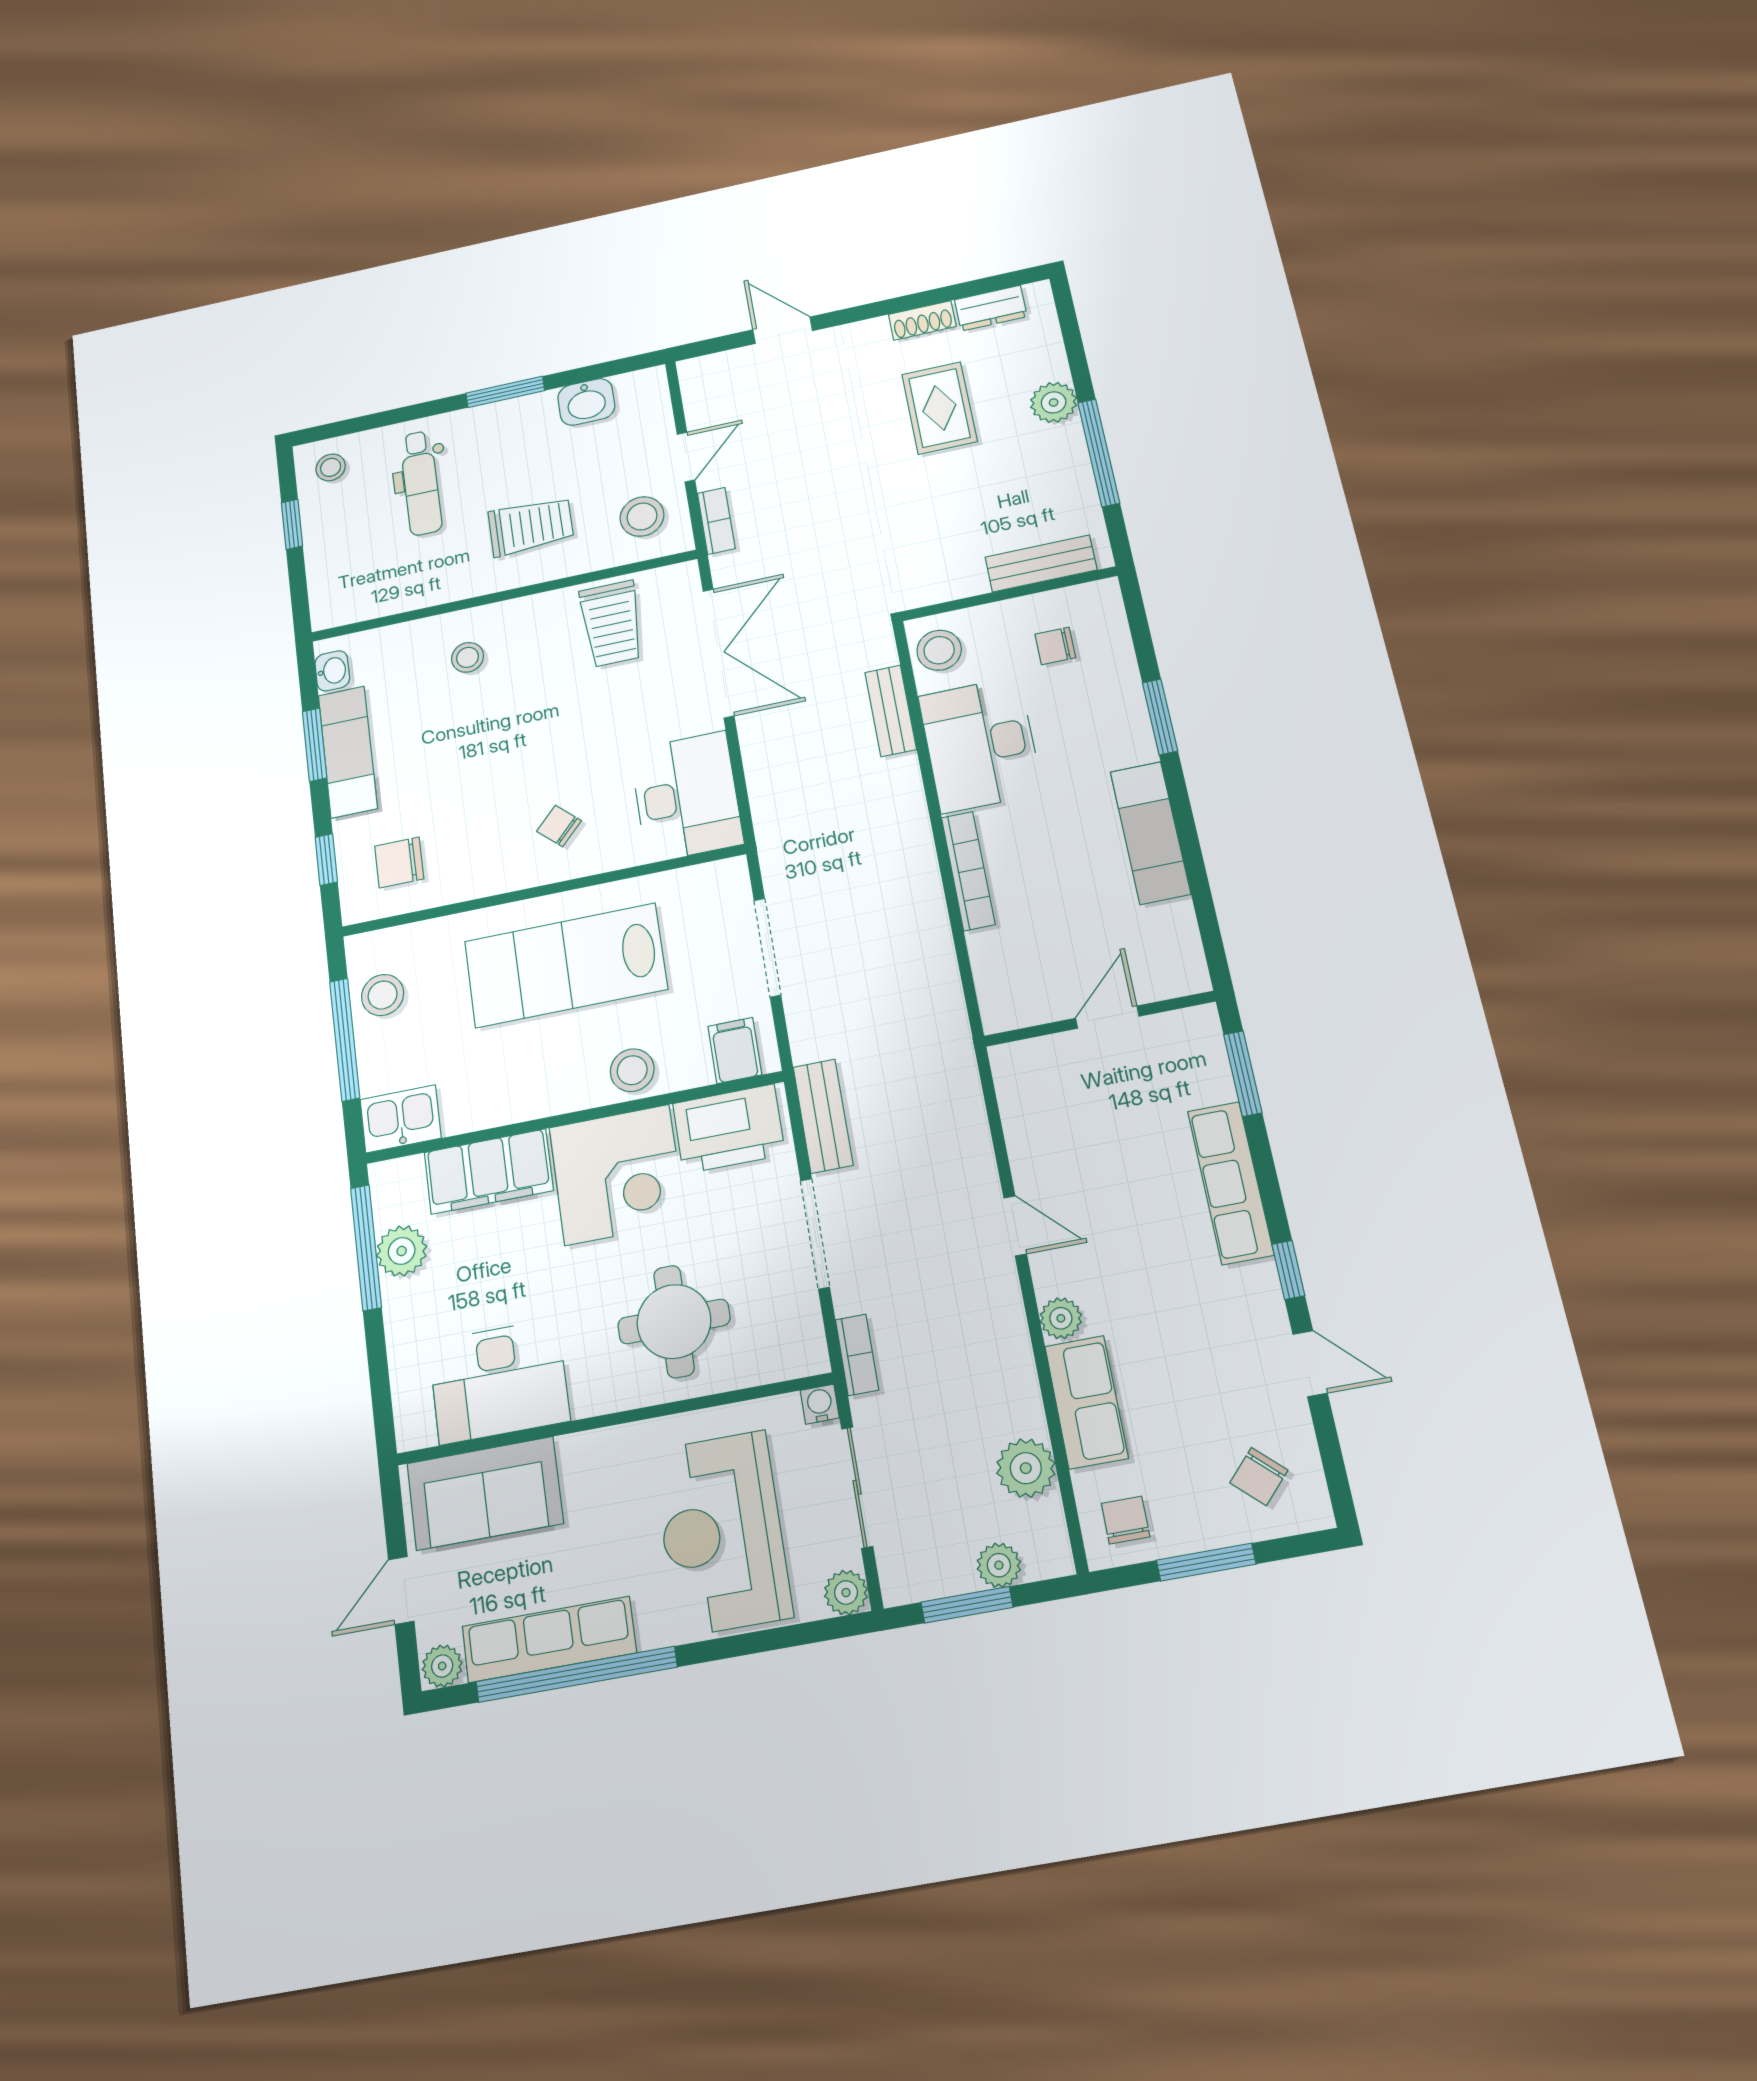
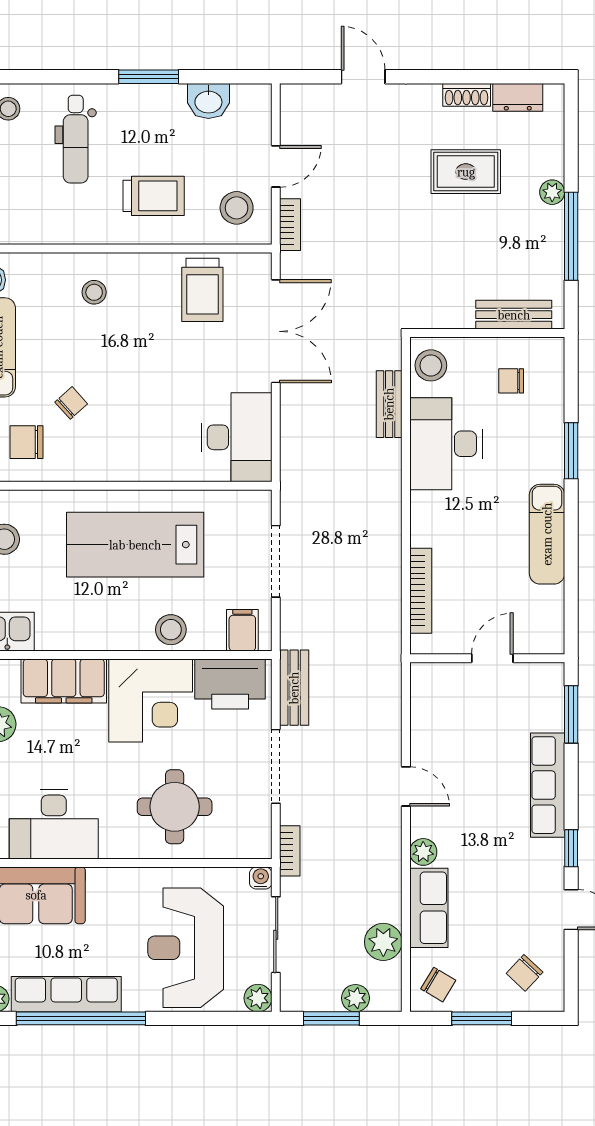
plant: (1054, 402) -> (552, 192), width x0.73, depth x0.73
rug: (939, 408) -> (466, 172), turned 90
chair: (559, 826) -> (71, 403), moved, turned 95
bookcase: (968, 871) -> (421, 591), moved
chair: (1126, 1520) -> (438, 985), turned 121

